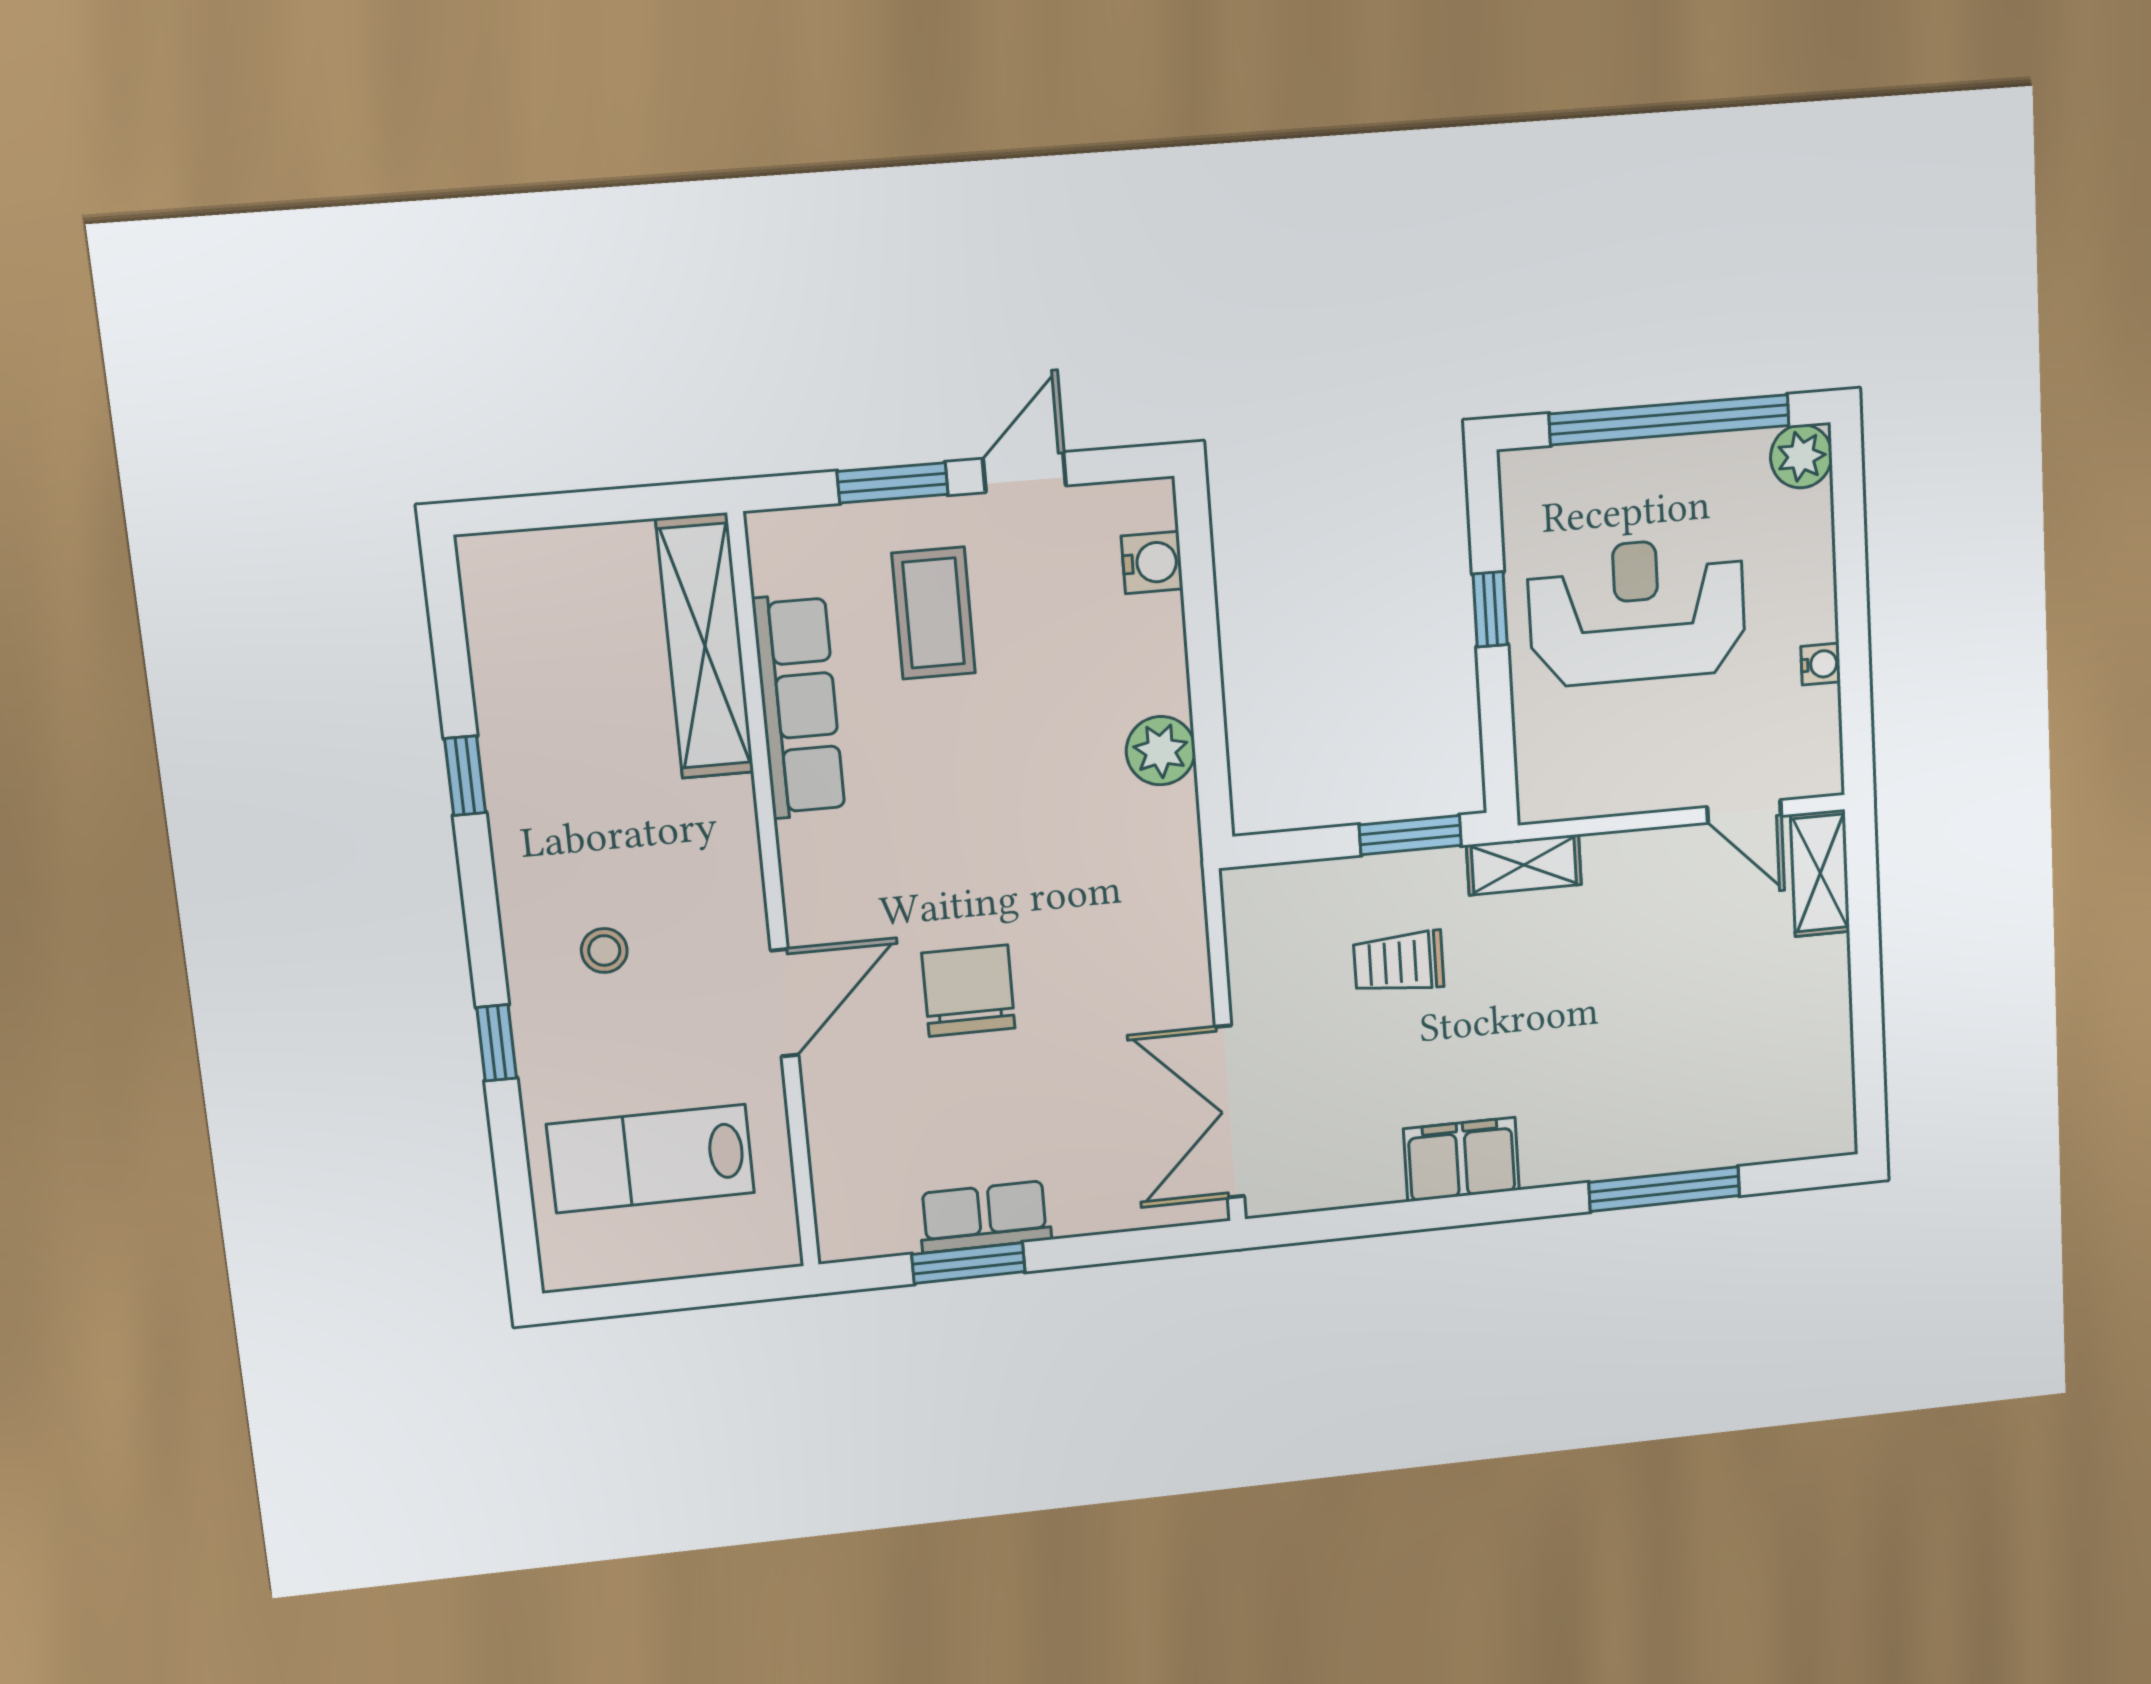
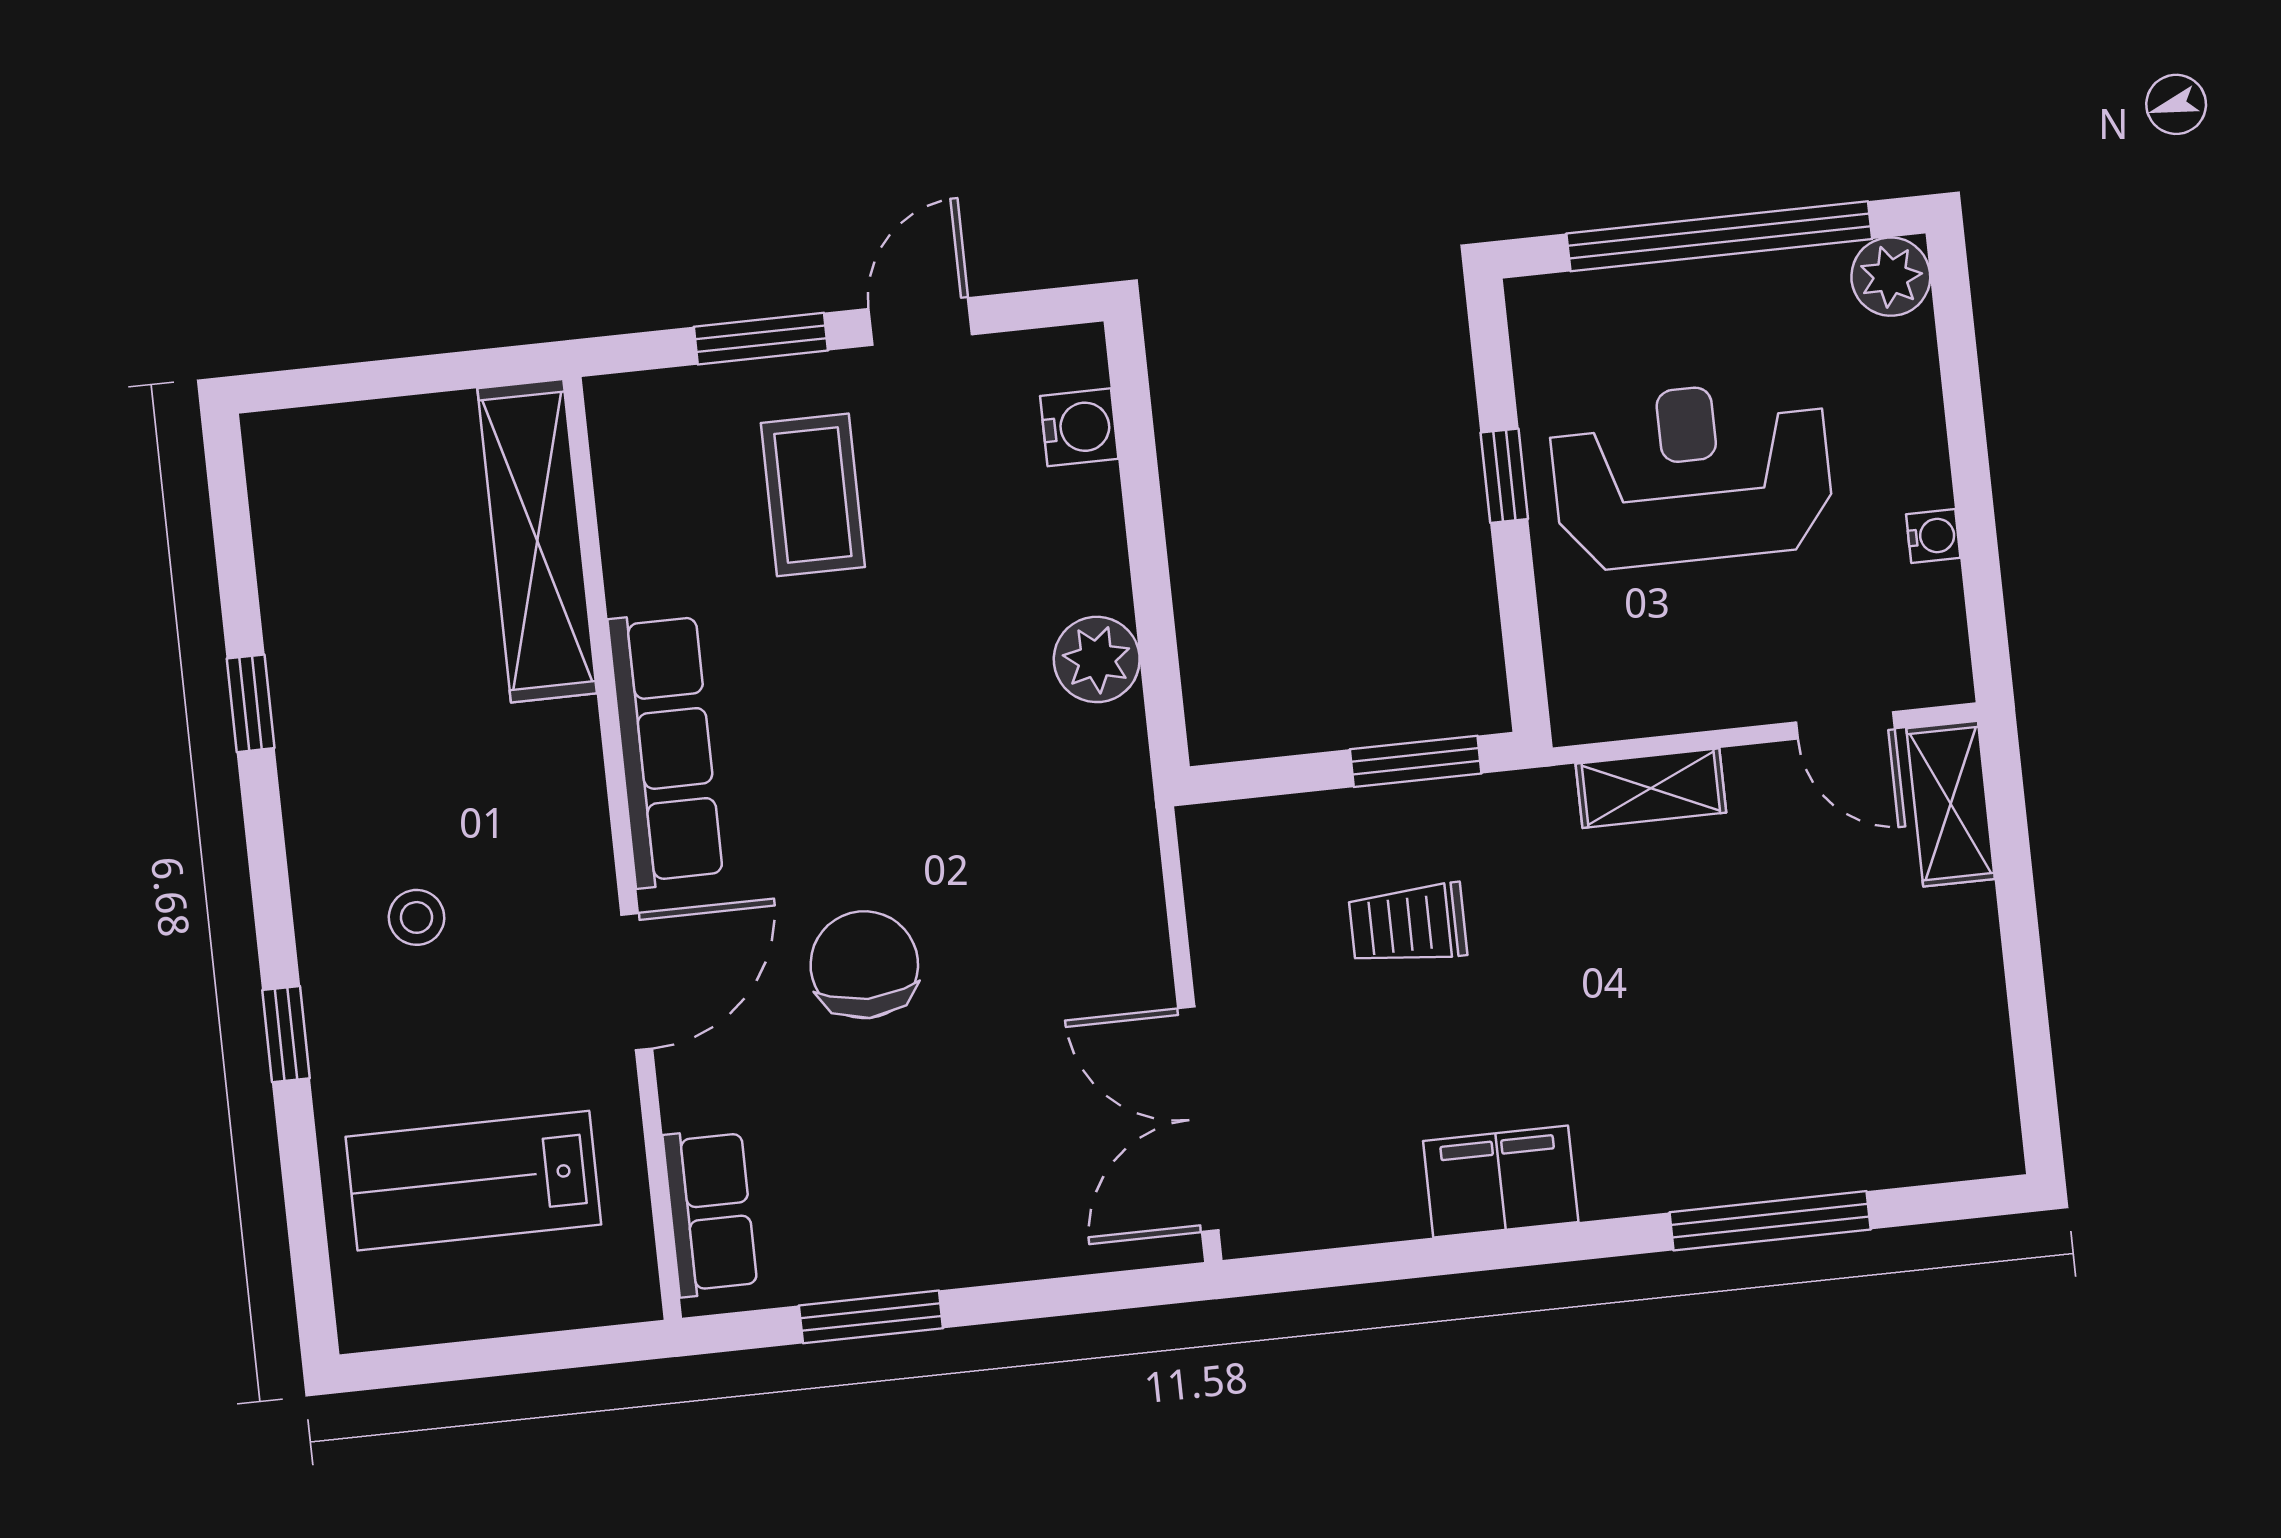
row of seats: (799, 706) -> (665, 749), moved
shelving: (1524, 865) -> (1651, 788), moved
row of seats: (985, 1217) -> (710, 1212), moved, turned 90

